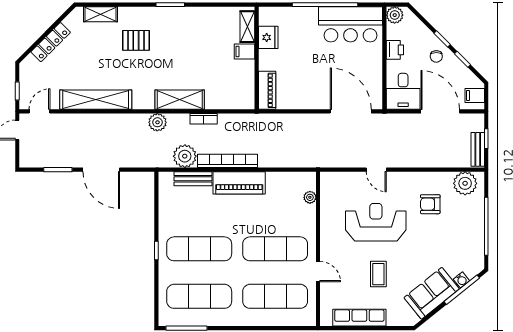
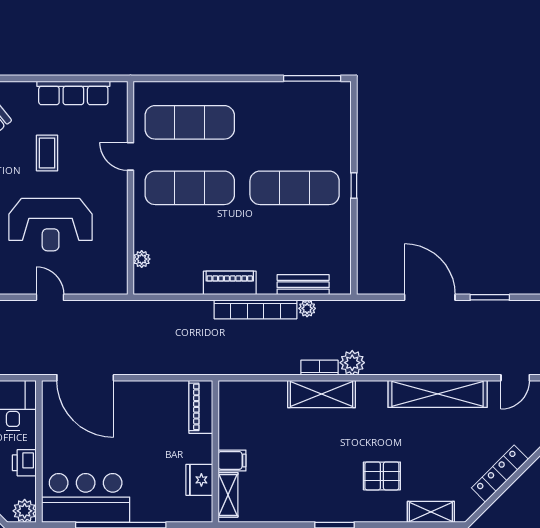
bookcase: (204, 119) -> (319, 368), moved
plant: (185, 156) -> (307, 308), width x0.53, depth x0.53
piano: (239, 183) -> (230, 283), width x0.73, depth x0.75
exercise mat: (199, 296) -> (295, 122), removed

